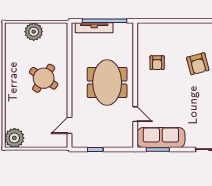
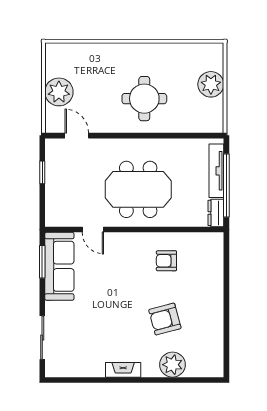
dresser: (124, 28) -> (216, 213), added
round table: (44, 78) -> (144, 99), turned -34
door: (135, 114) -> (93, 229), hinge flipped
plant: (14, 138) -> (59, 92), moved

